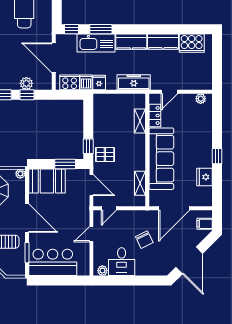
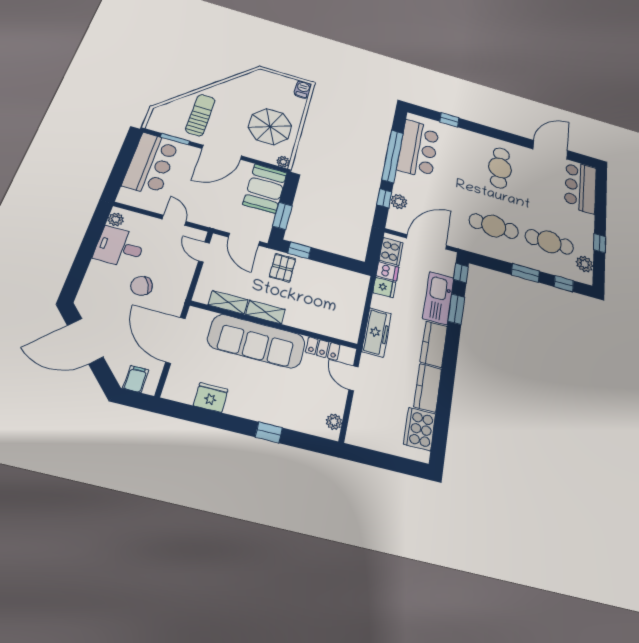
shelving: (140, 121) -> (266, 312), moved
window: (217, 156) -> (269, 432), moved
door: (91, 185) -> (244, 239), hinge flipped

